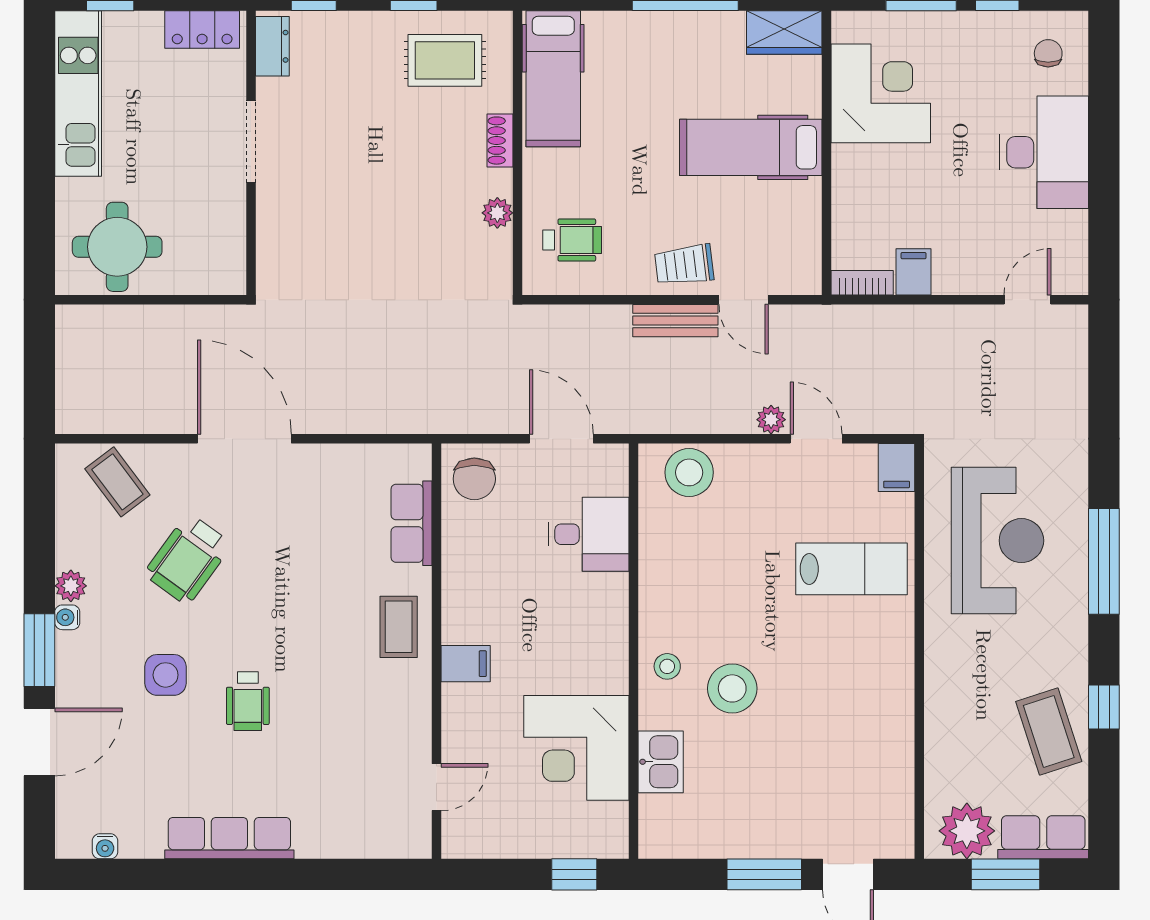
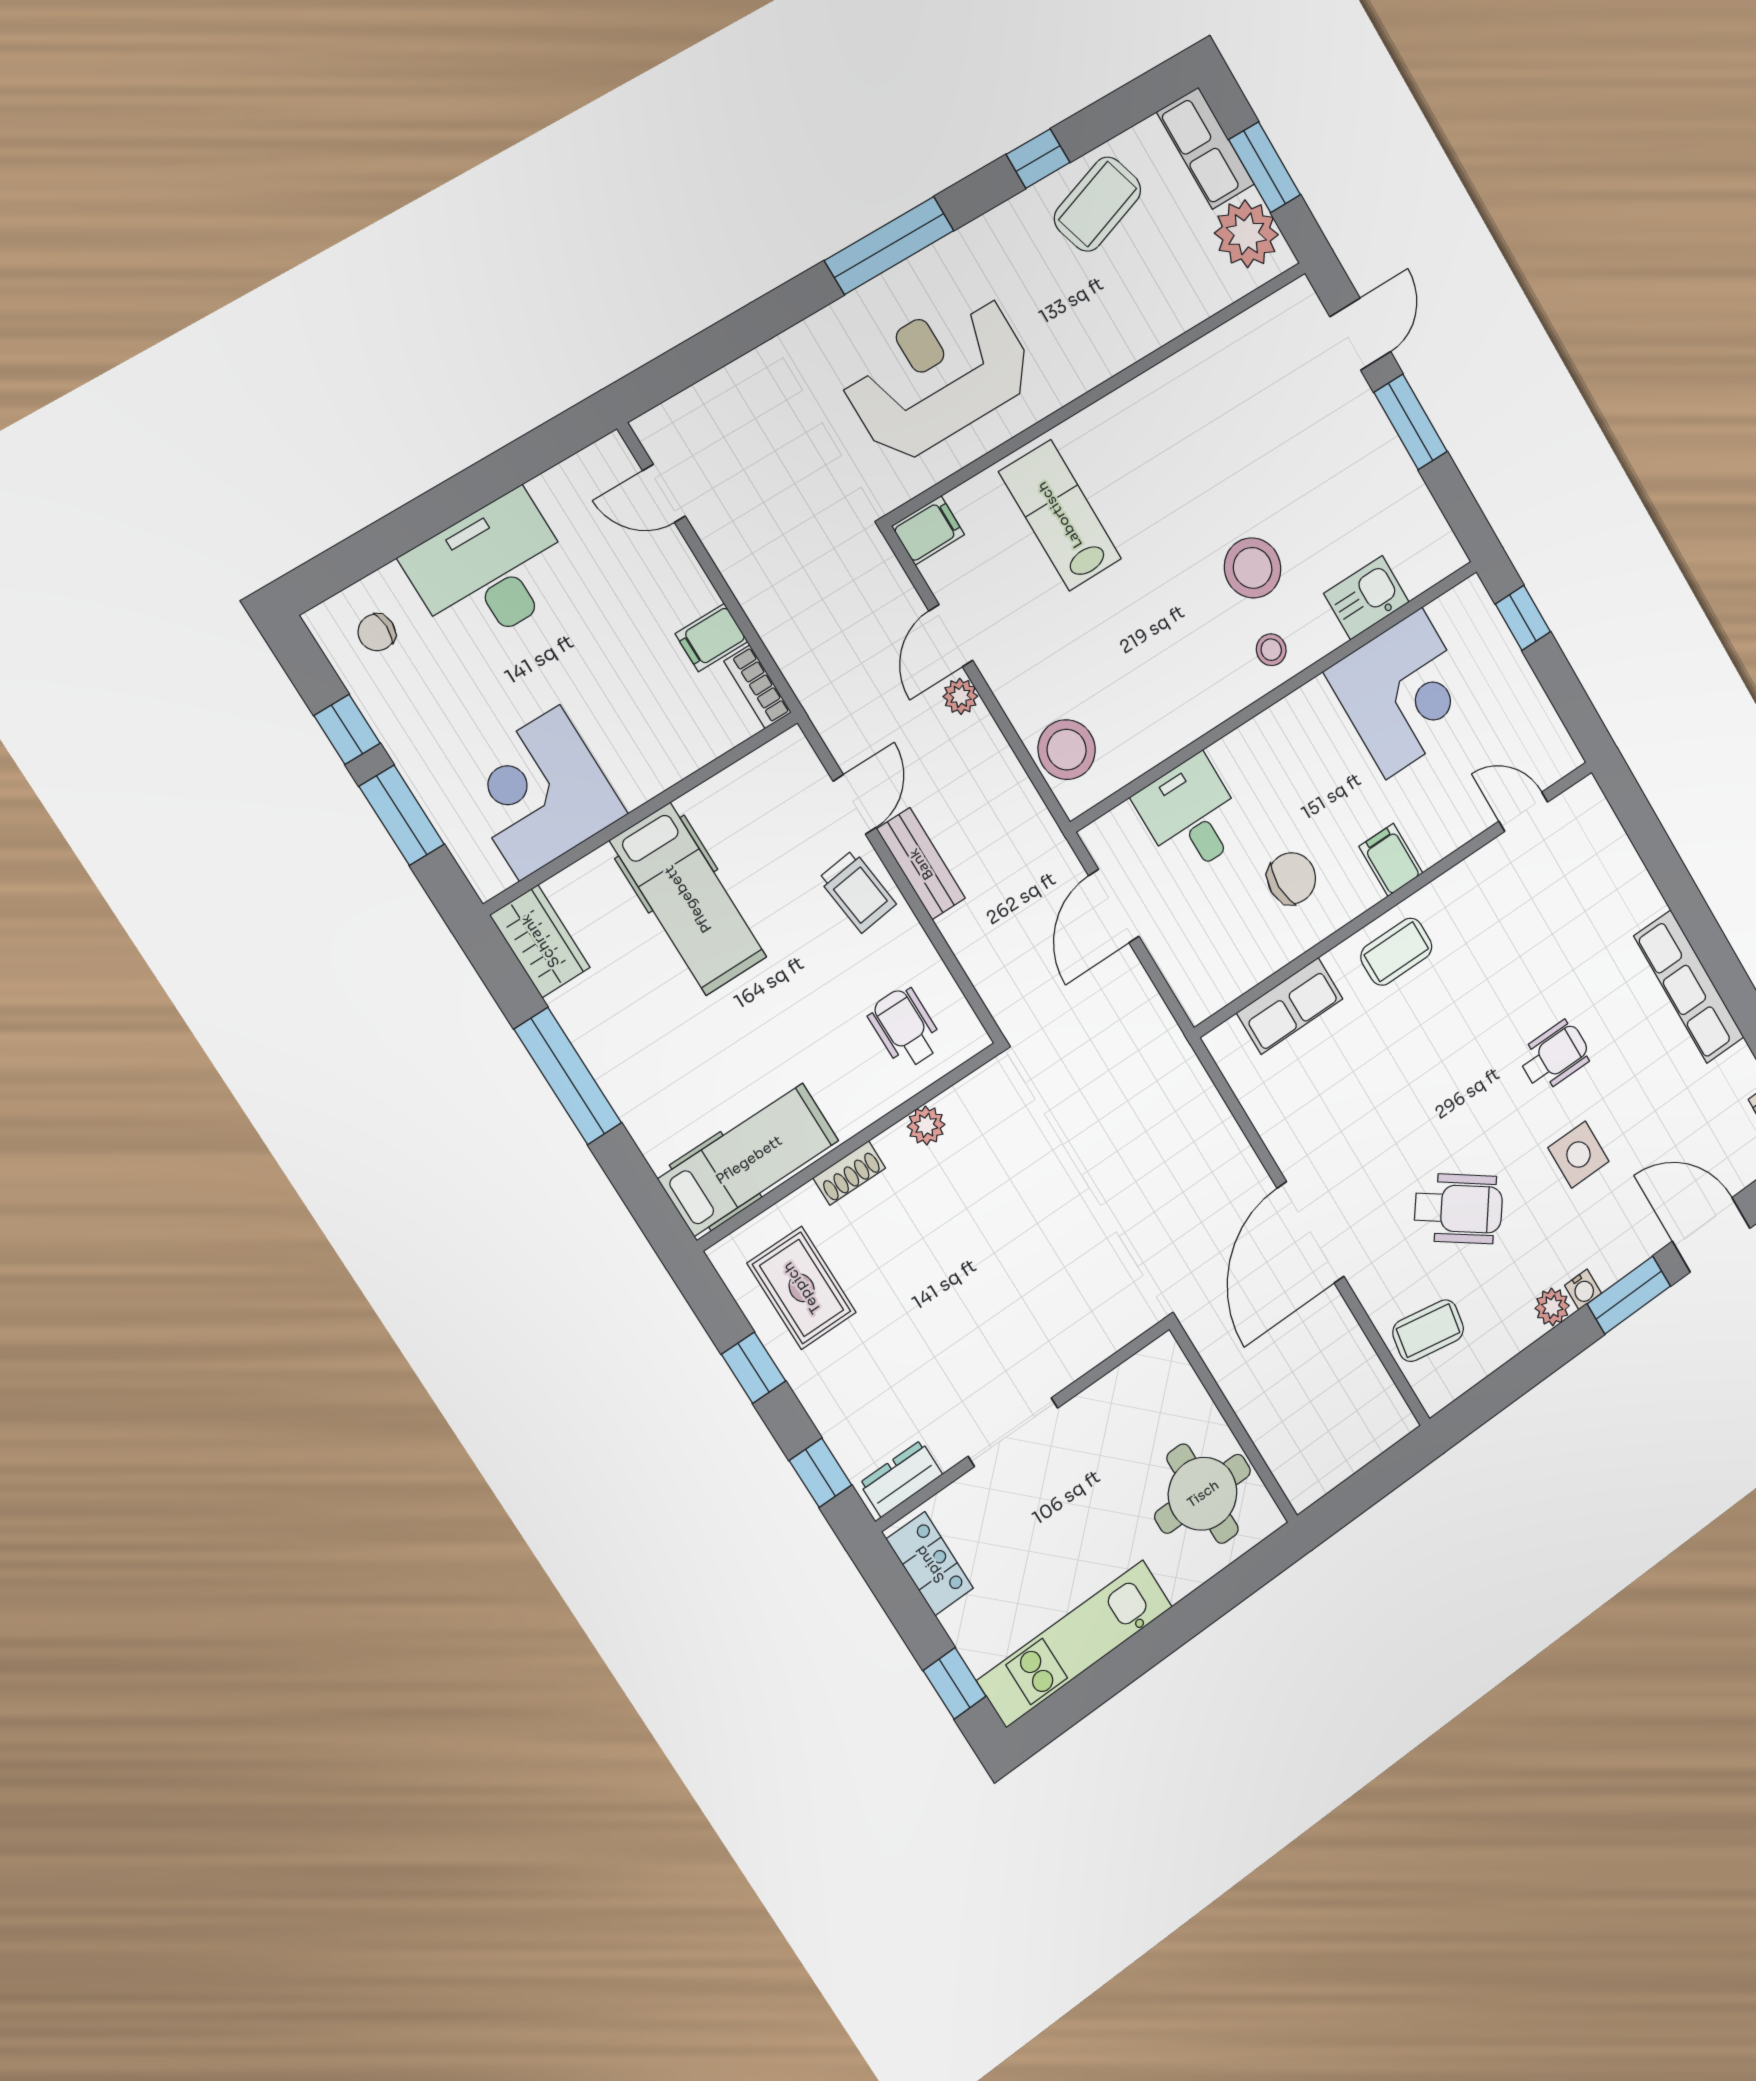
chair: (474, 479) -> (1292, 878), moved
coffee table: (117, 482) -> (1428, 1331), turned 47

